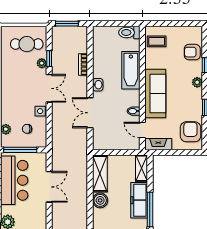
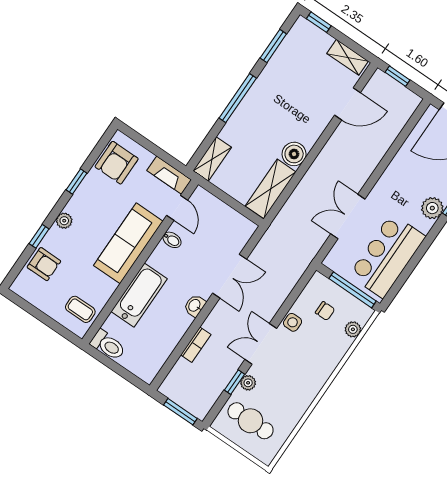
freezer: (139, 200) -> (243, 120), removed

